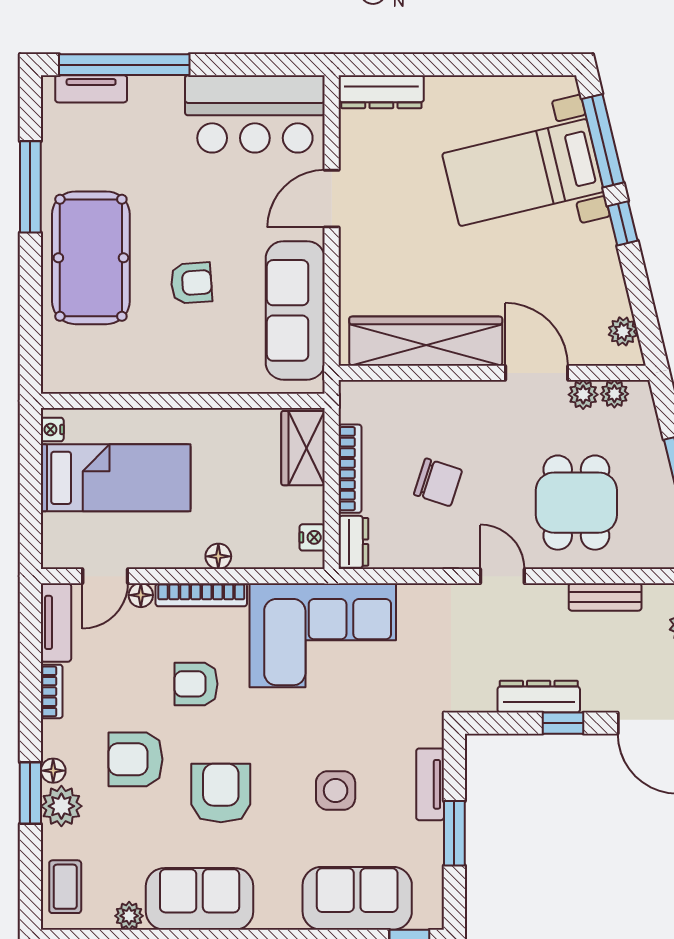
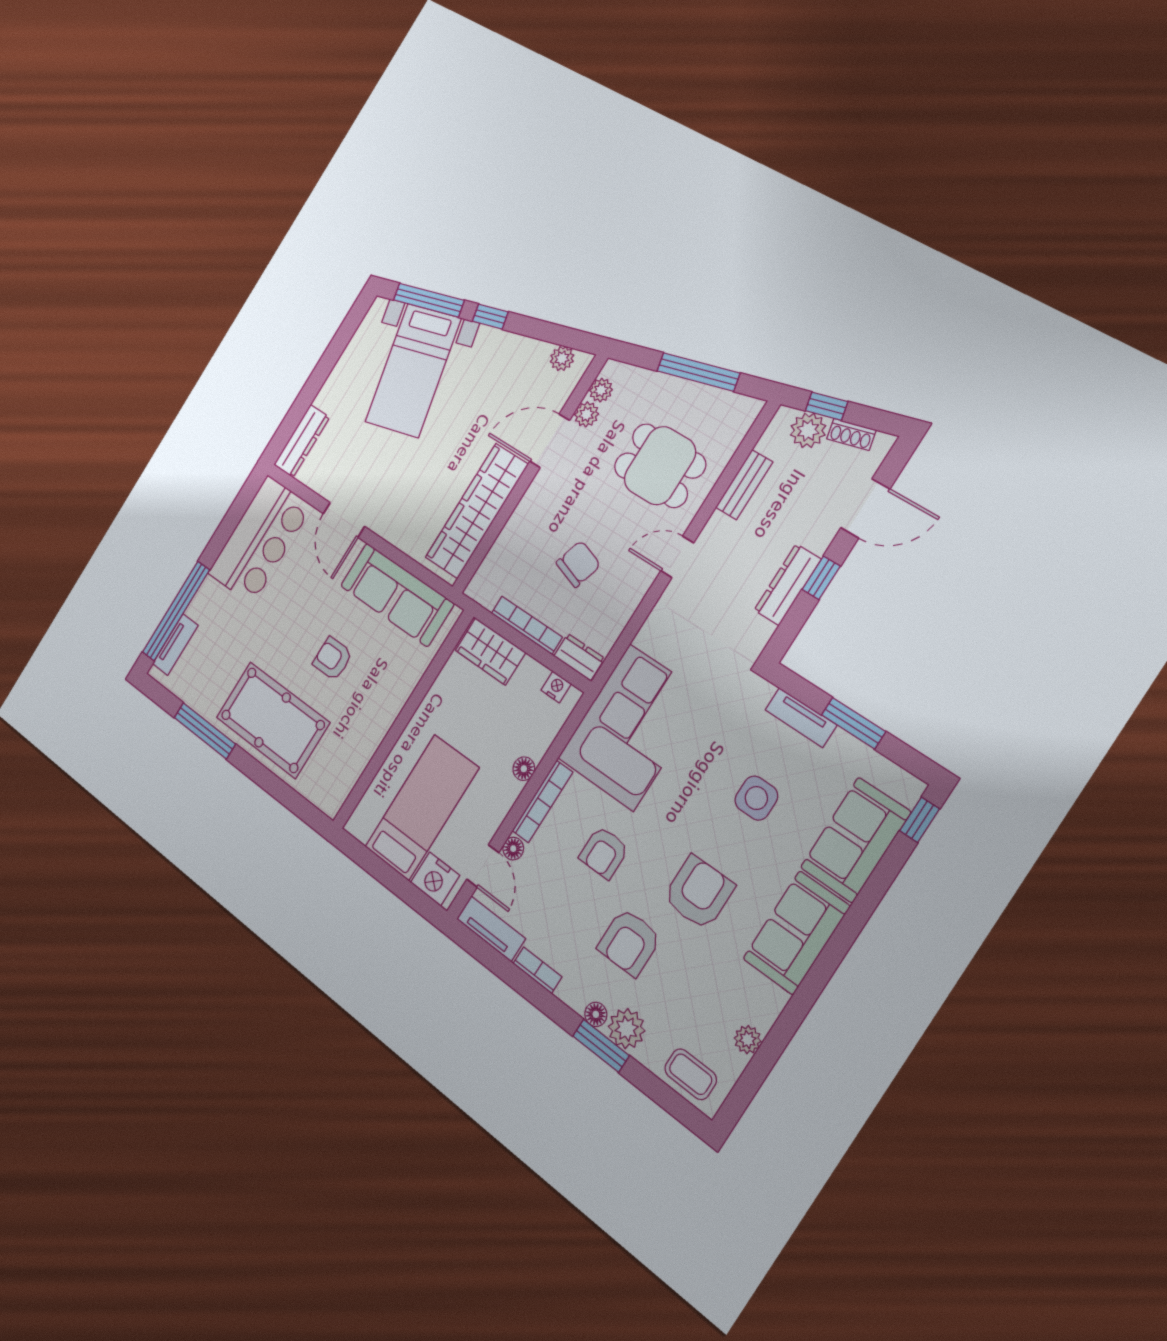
armchair: (191, 283) -> (333, 659), turned -86
nightstand: (52, 429) -> (435, 879), moved, width x1.89, depth x1.79
armchair: (221, 793) -> (699, 893), turned 90
sofa: (200, 899) -> (796, 933), moved

